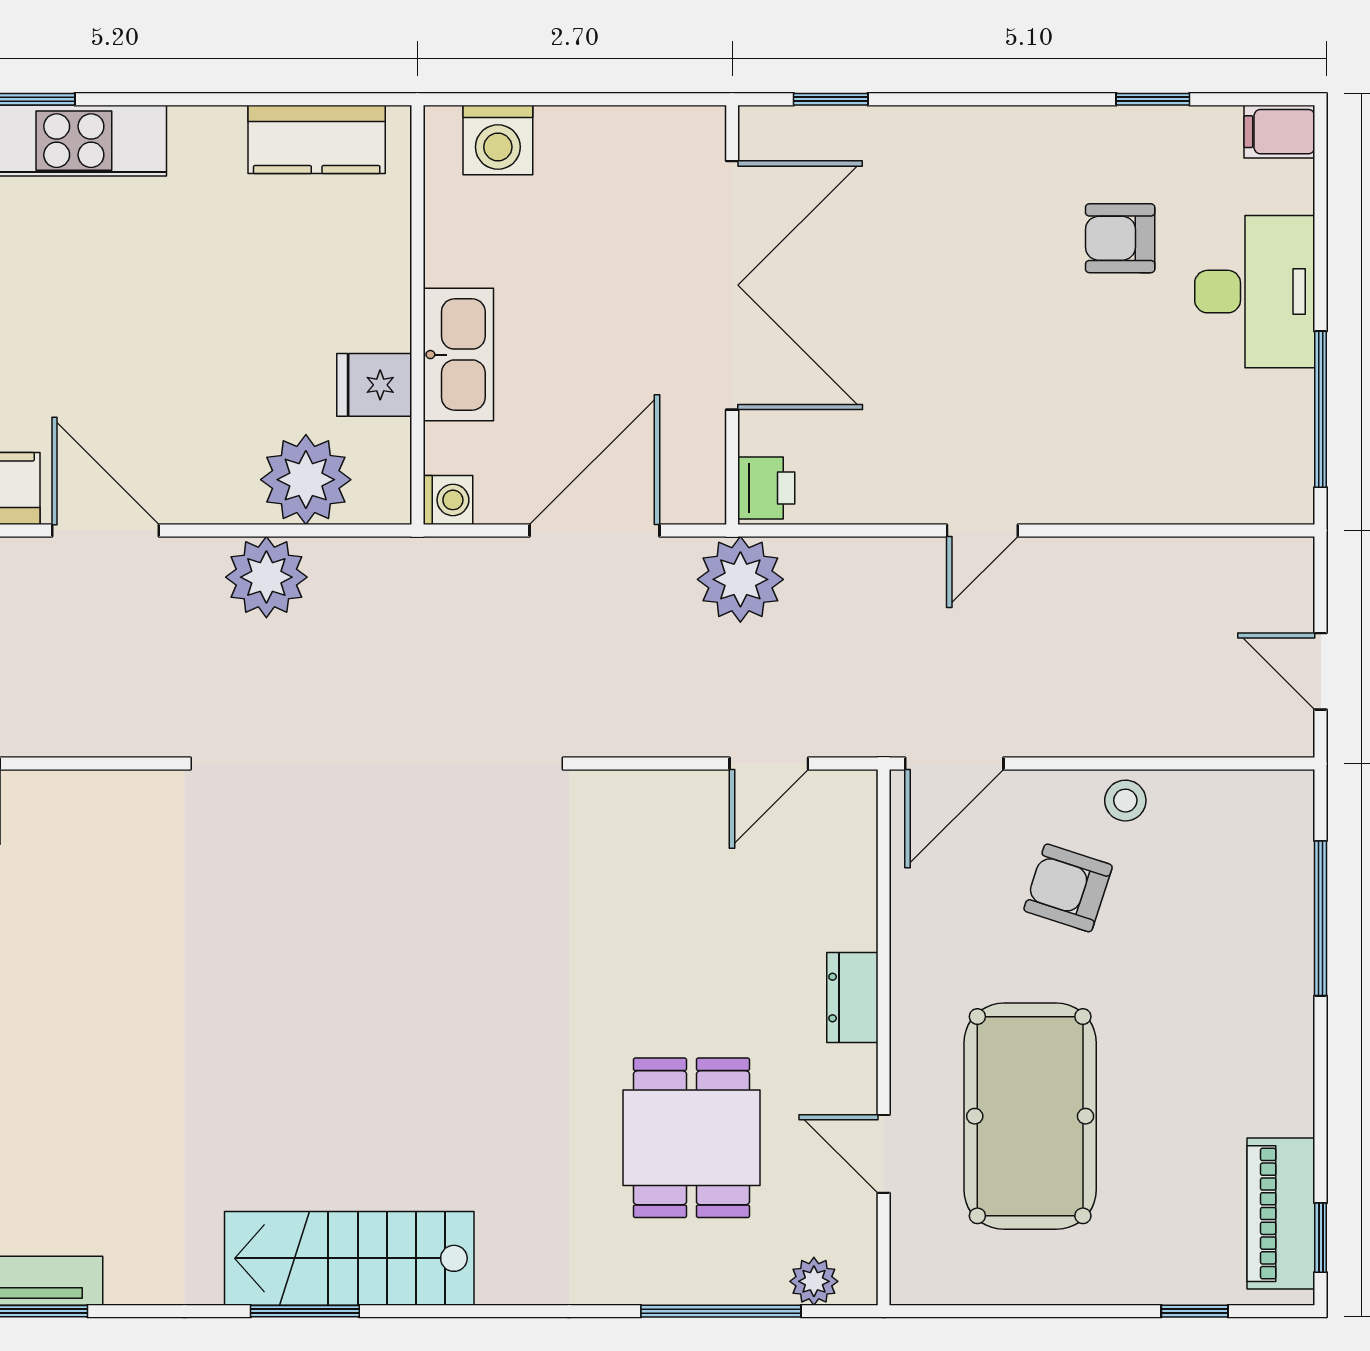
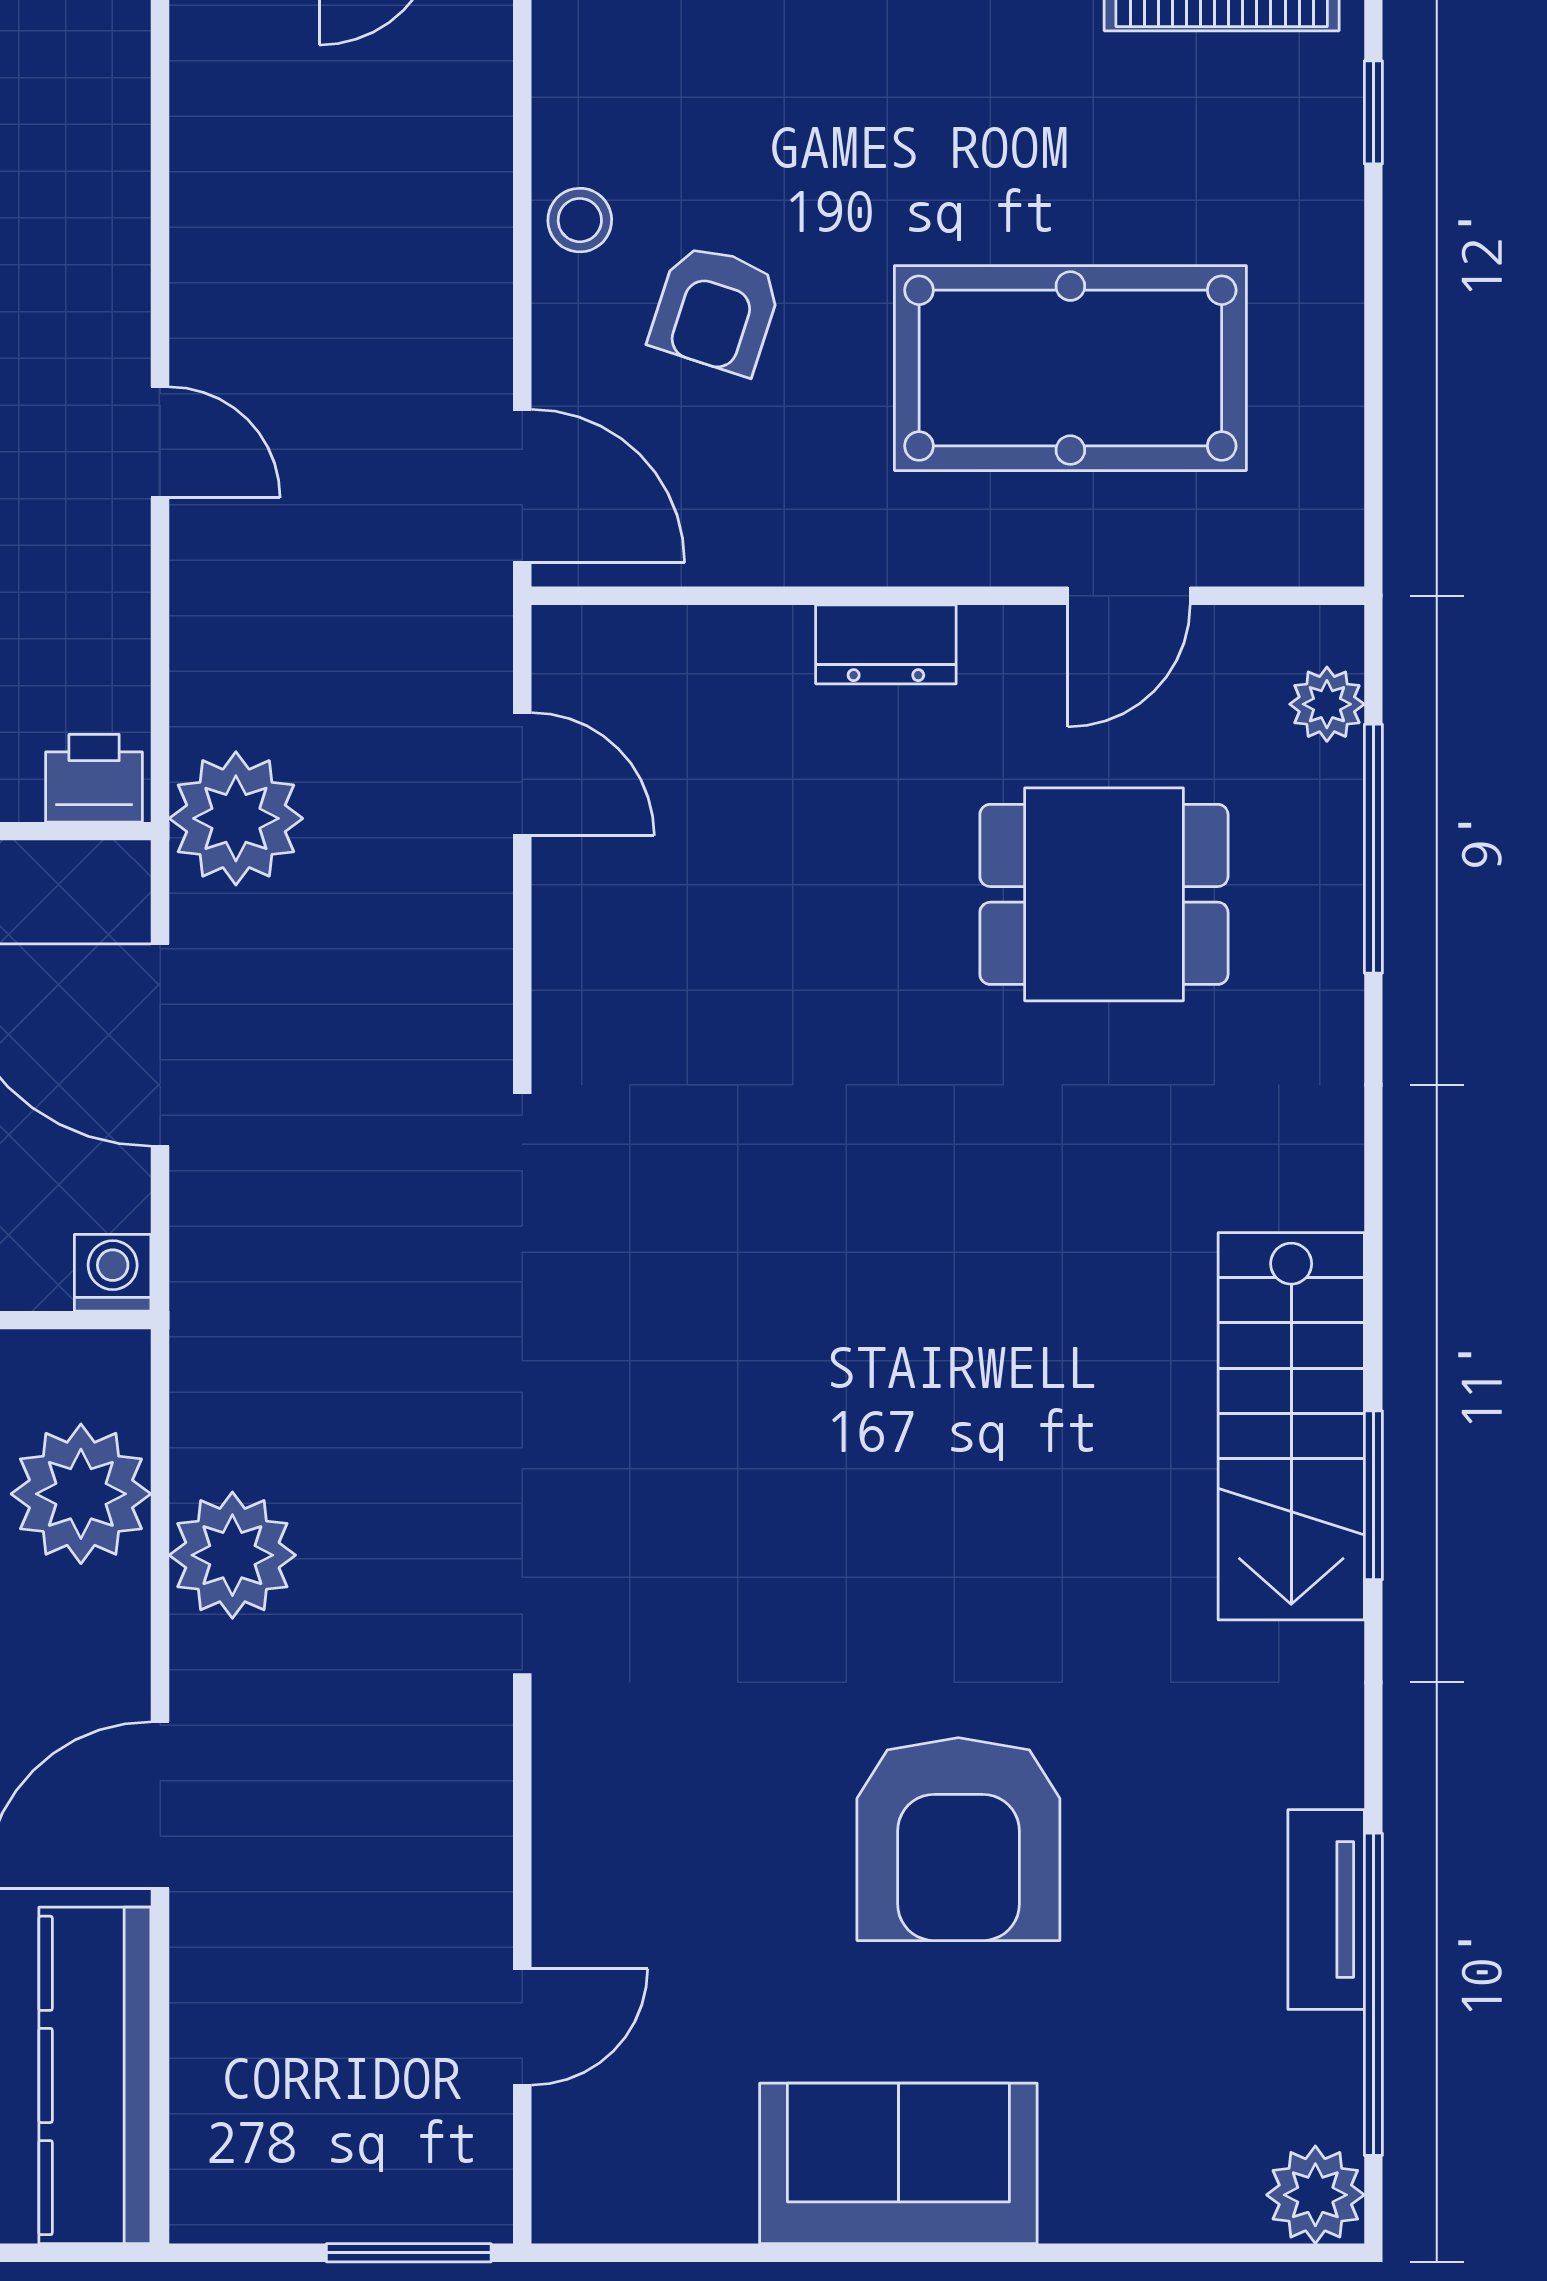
armchair: (84, 1044) -> (958, 1839), added

